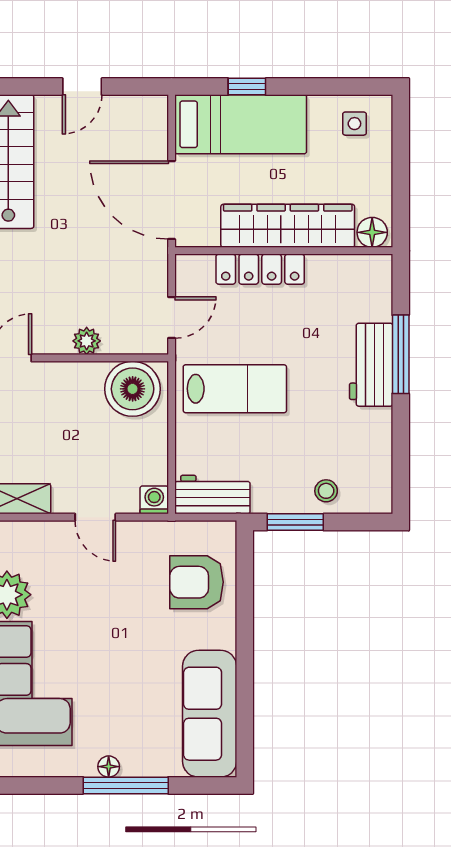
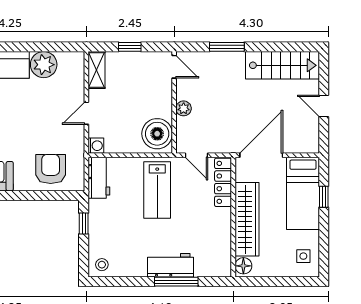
locker: (260, 269) -> (223, 182), moved
stool: (326, 491) -> (102, 265), moved
window: (295, 522) -> (84, 223), width x0.67

